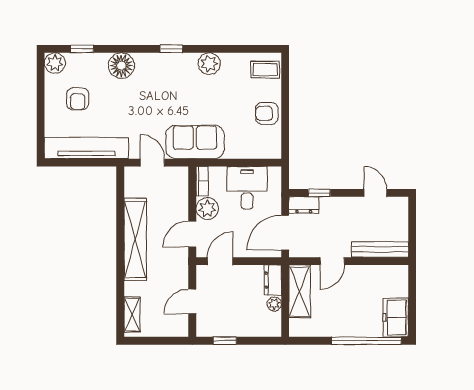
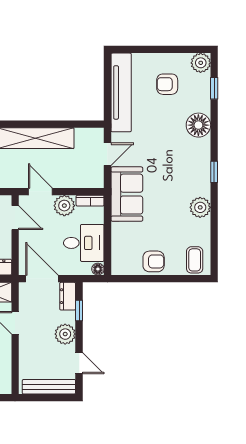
armchair: (267, 113) -> (154, 261), turned 90
floor lamp: (275, 173) -> (98, 269), added
door: (375, 193) -> (79, 363), hinge flipped
plant: (344, 208) -> (65, 334), added
bench: (380, 249) -> (49, 387), moved, turned 90

